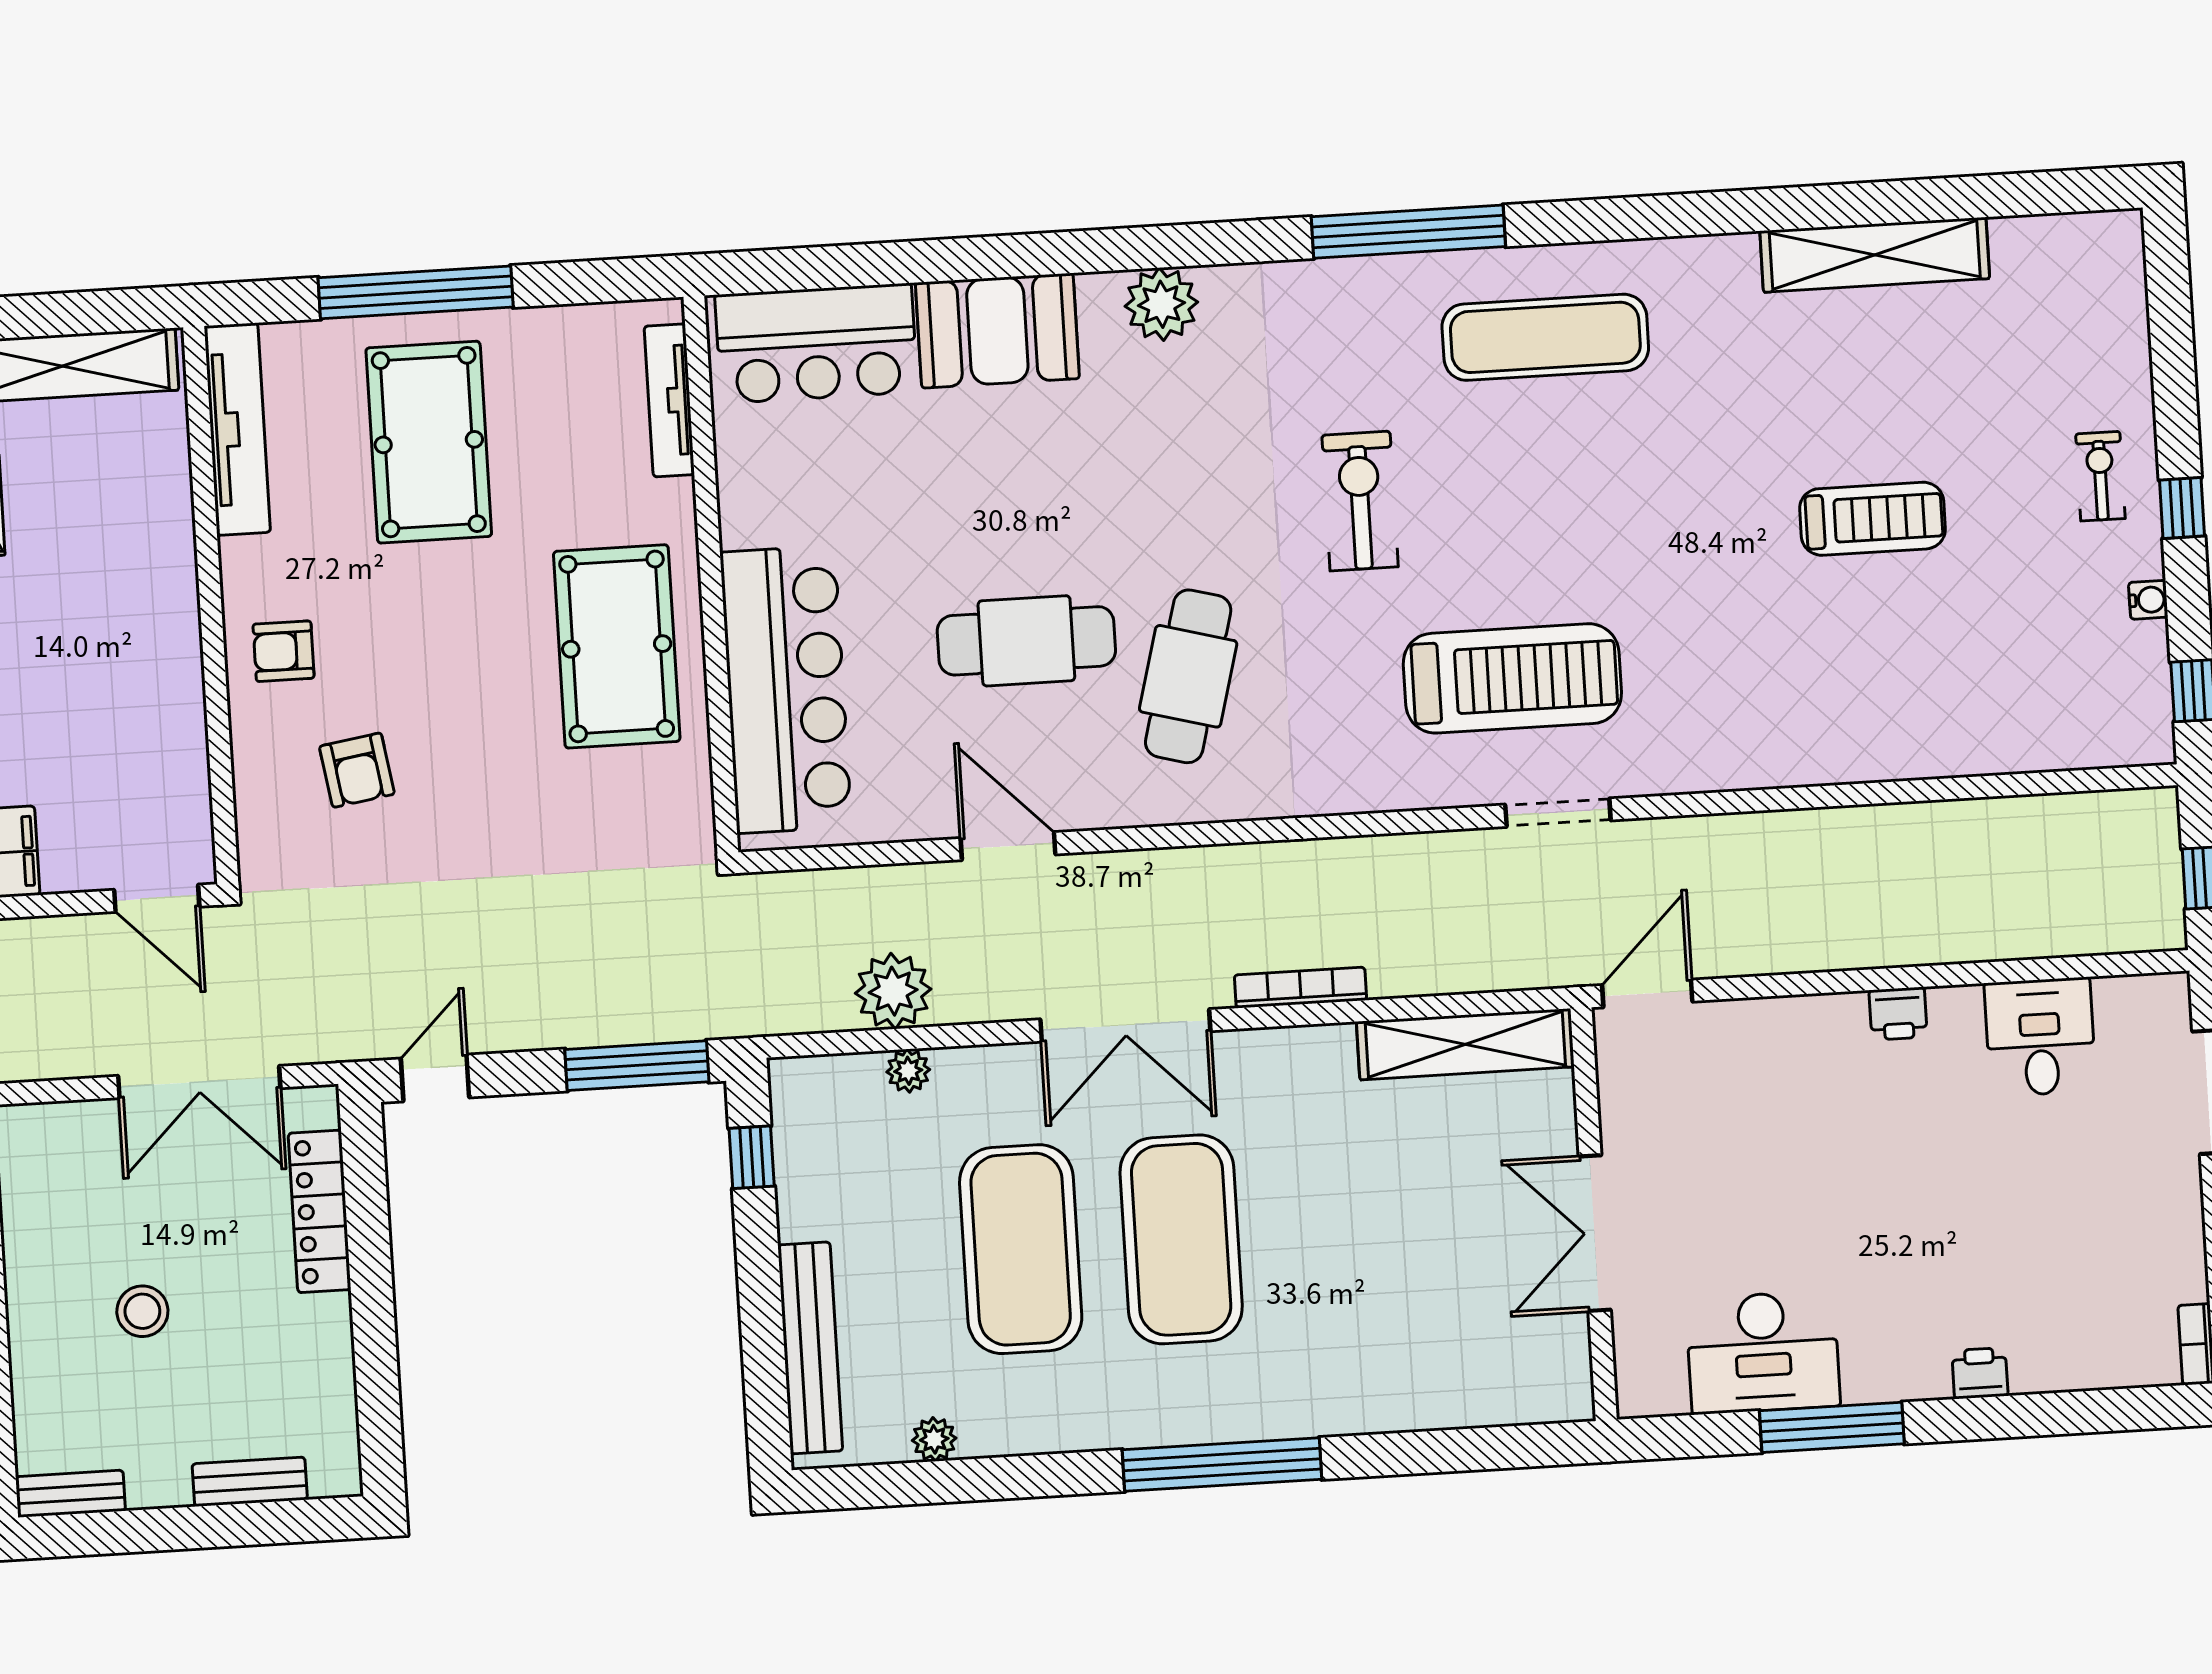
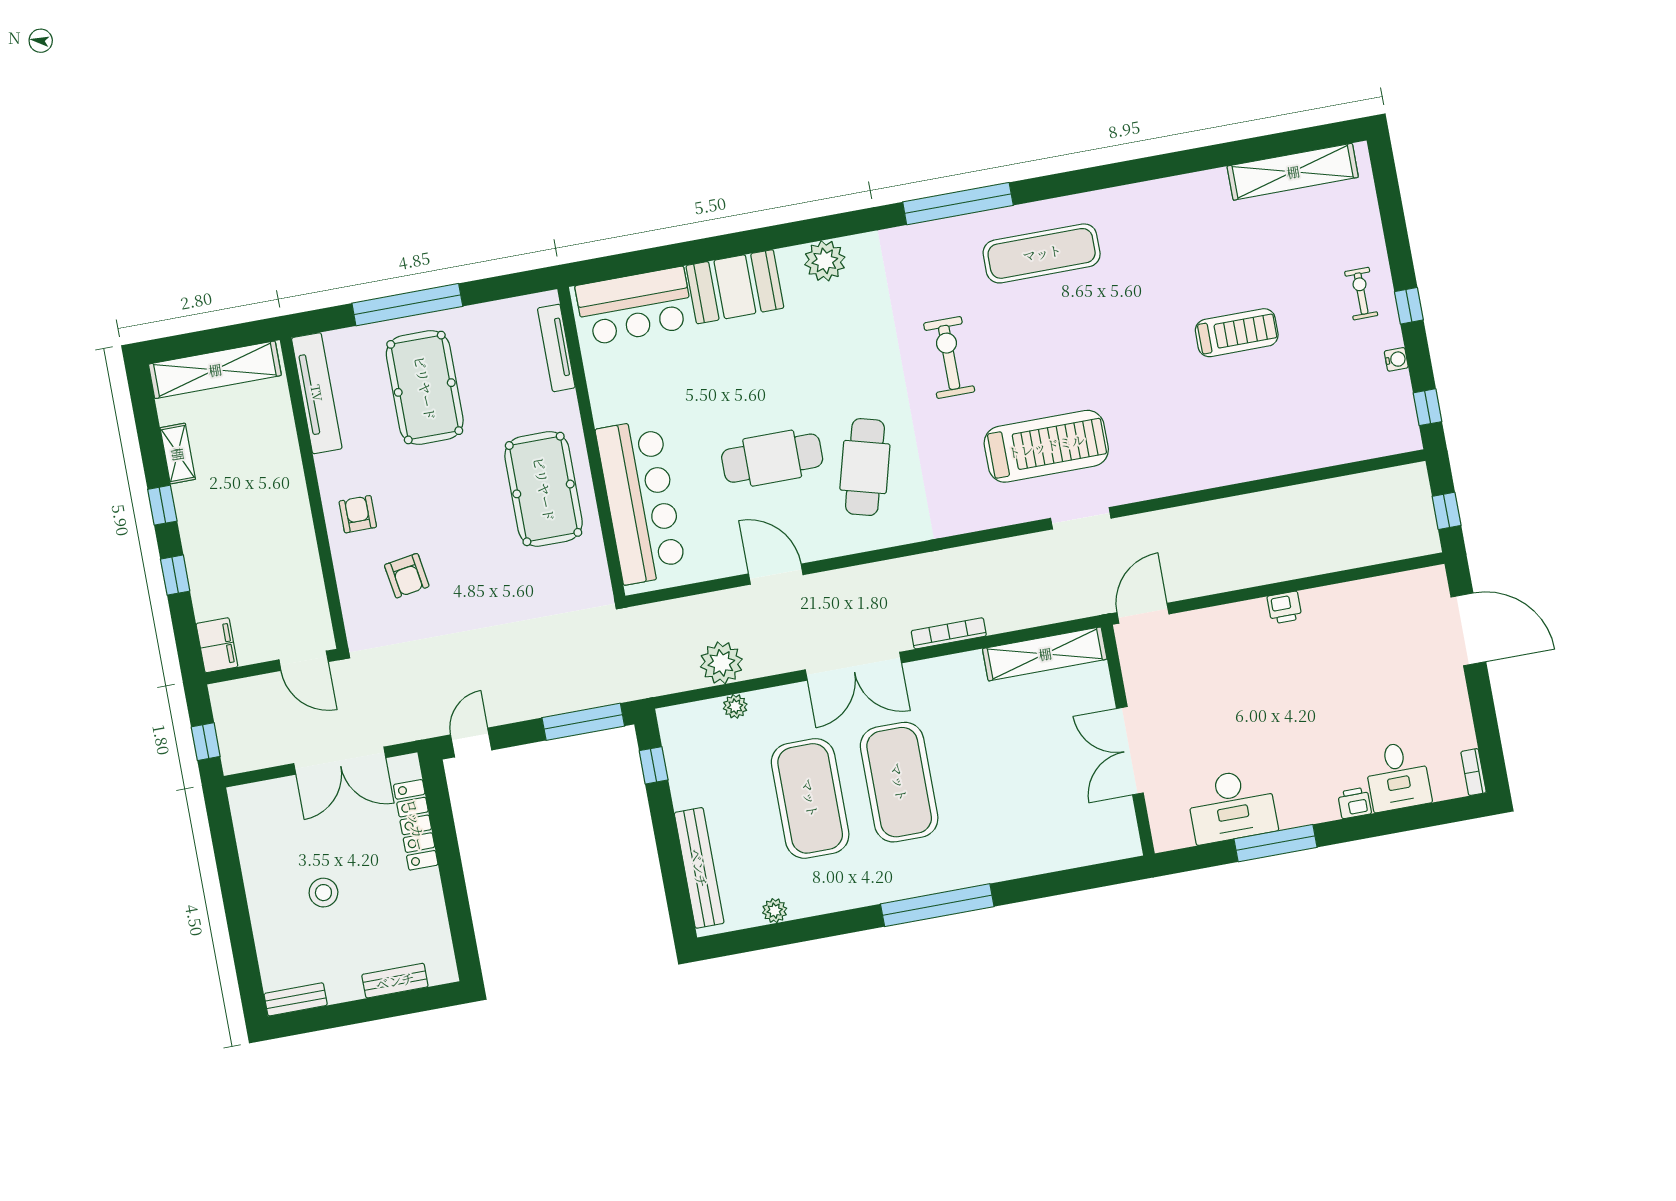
shelving: (1875, 255) -> (1293, 172), moved
armchair: (284, 651) -> (358, 514), turned 90
desk: (2040, 1037) -> (1398, 776), moved, turned 180

